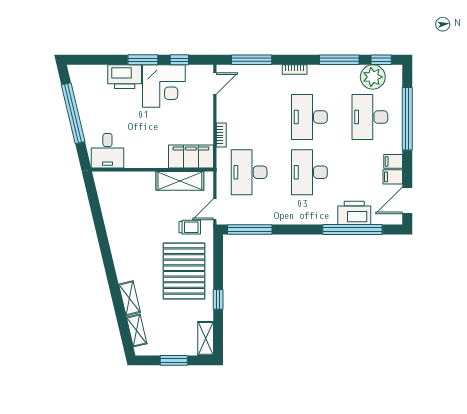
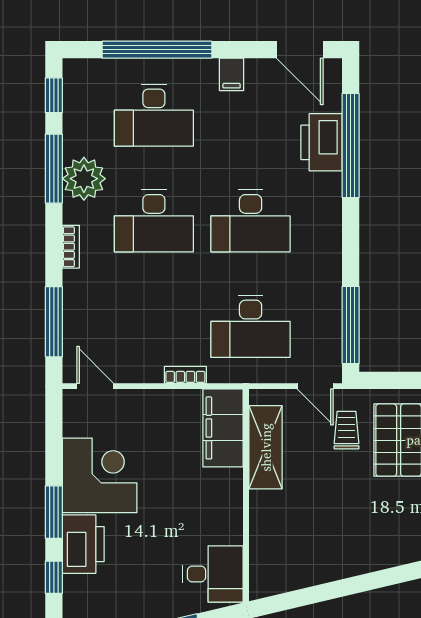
window: (179, 60) -> (54, 577), moved
plant: (373, 77) -> (84, 179), moved
filing cabinet: (393, 177) -> (259, 75), removed

